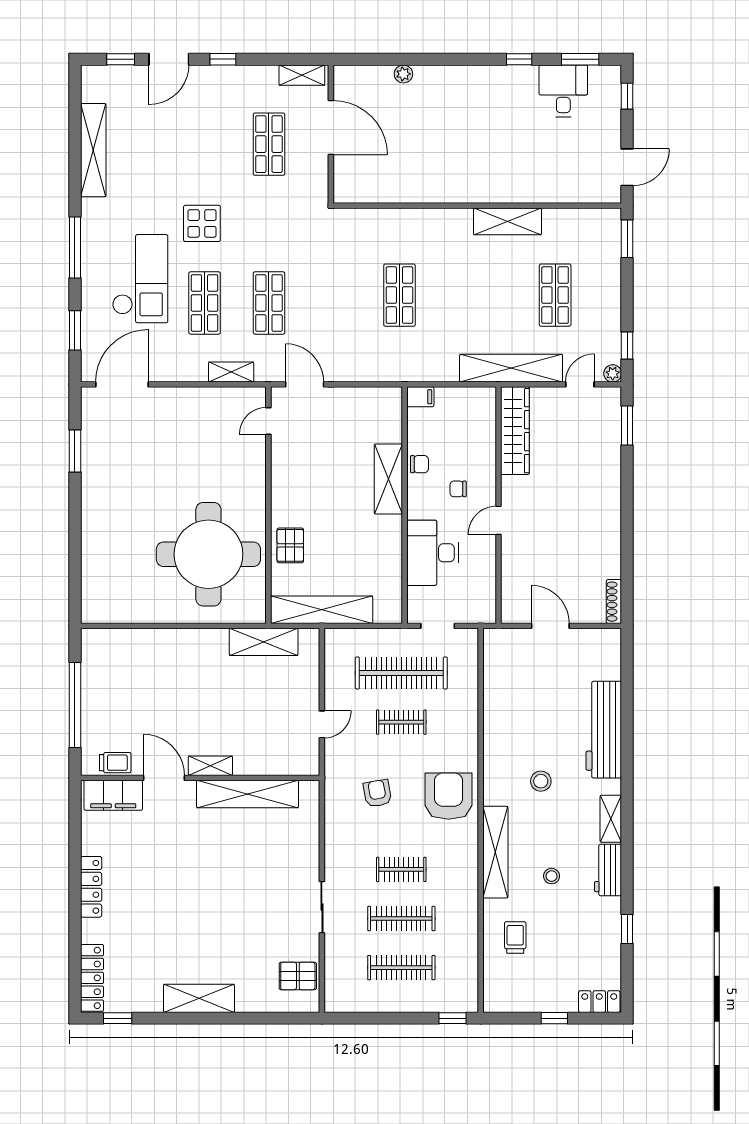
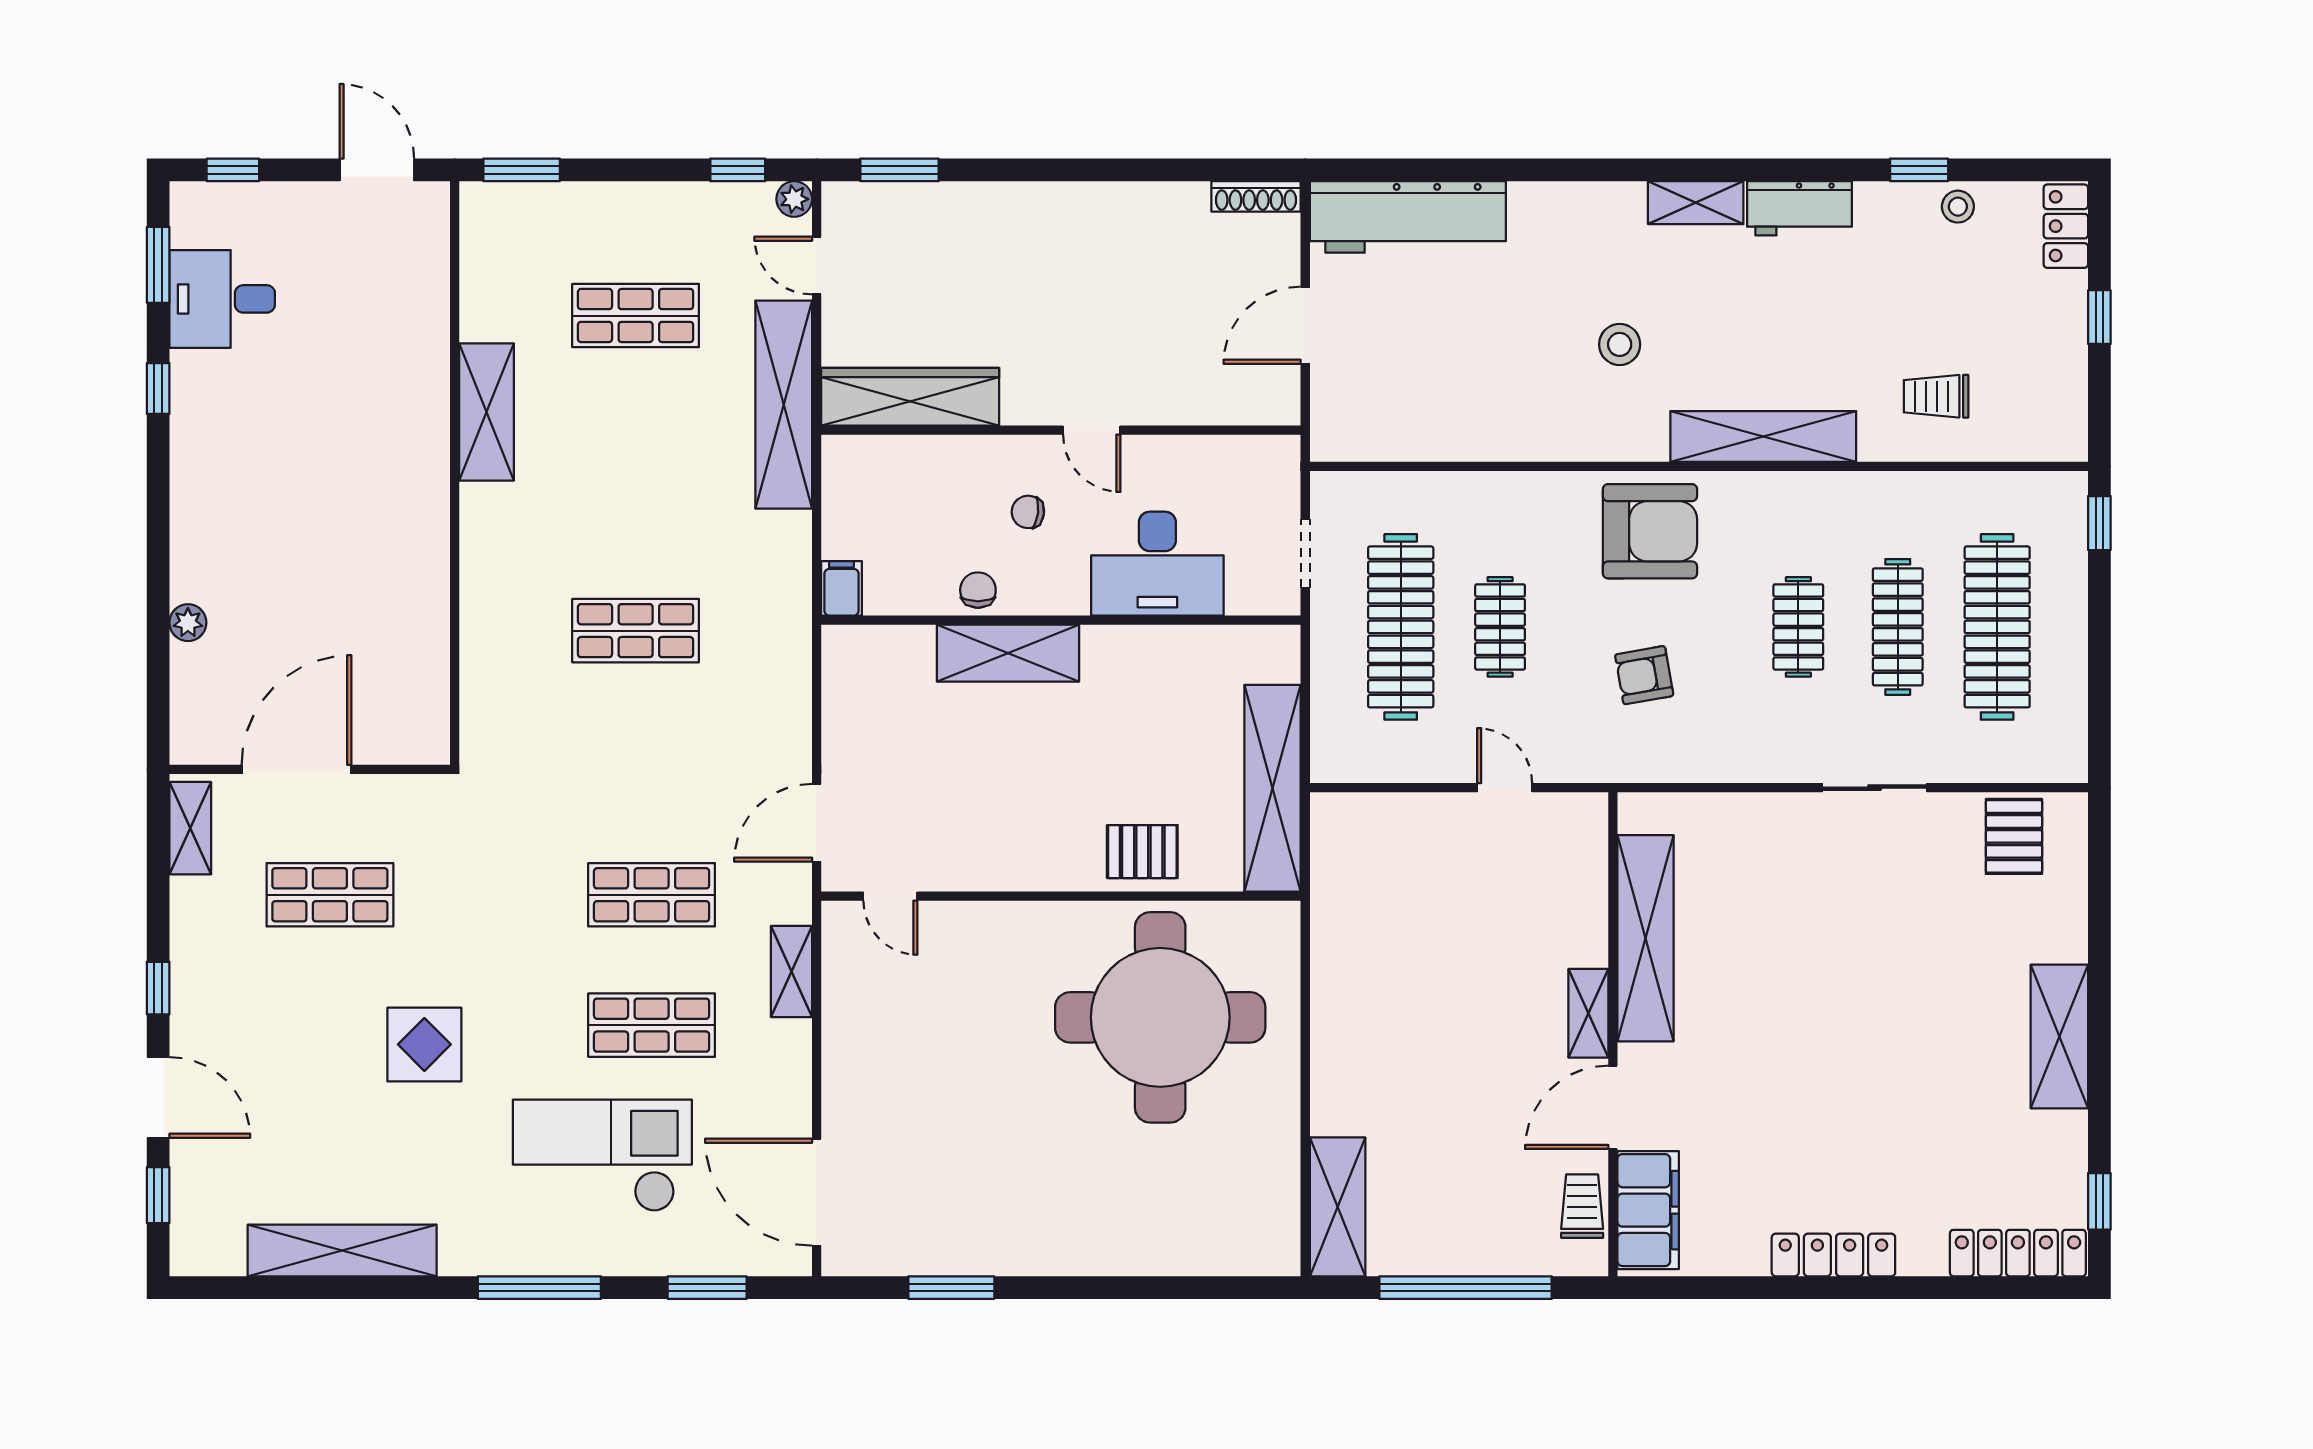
display table: (202, 223) -> (424, 1044), moved
chair: (458, 489) -> (1028, 512), turned 97
shelving: (264, 642) -> (1338, 1207), moved
workbench: (604, 730) -> (1408, 217), moved
armchair: (449, 796) -> (1650, 531), turned 180
stool: (552, 876) -> (1958, 207), moved
clothes rail: (401, 968) -> (1997, 627), width x1.37, depth x1.31

